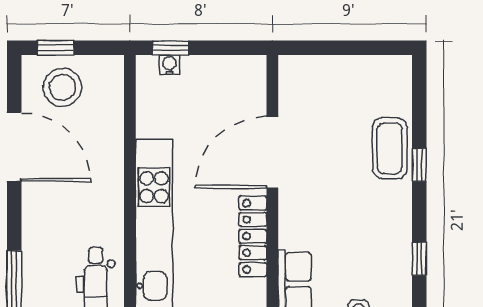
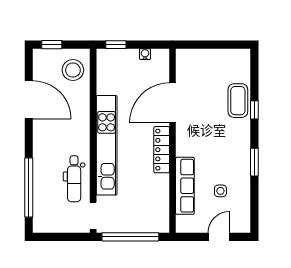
water cooler: (169, 65) -> (145, 54), moved
stool: (62, 87) -> (73, 70), moved
window: (419, 259) -> (254, 162), width x1.50

